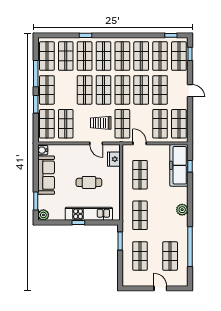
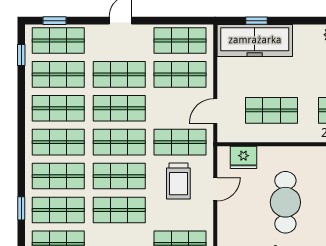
cafe table: (89, 182) -> (285, 202), width x1.37, depth x1.35

